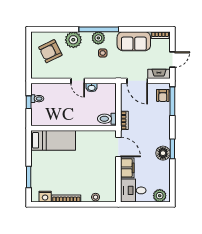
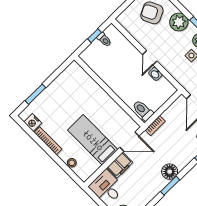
bed: (53, 140) -> (93, 140), moved, turned 180
door: (118, 147) -> (129, 142), hinge flipped
floor lamp: (163, 153) -> (170, 172), moved

